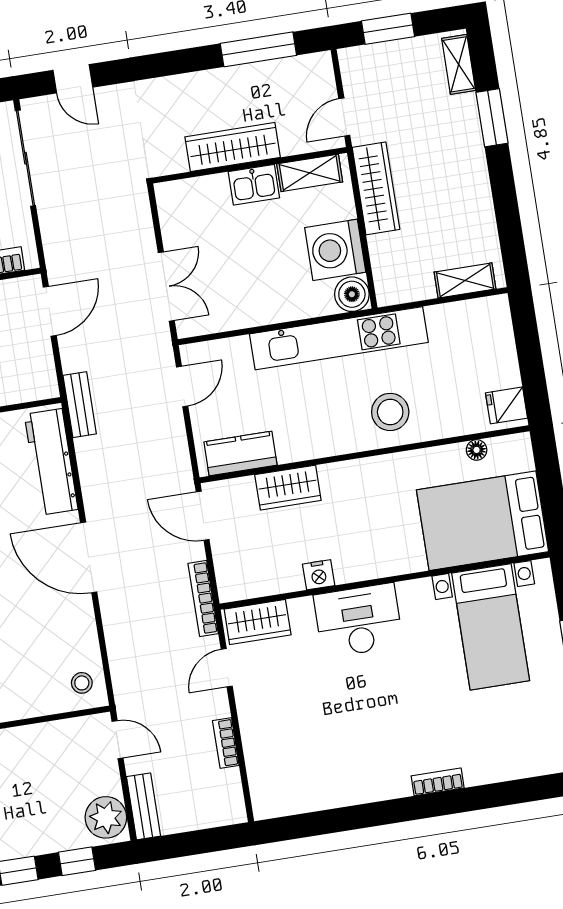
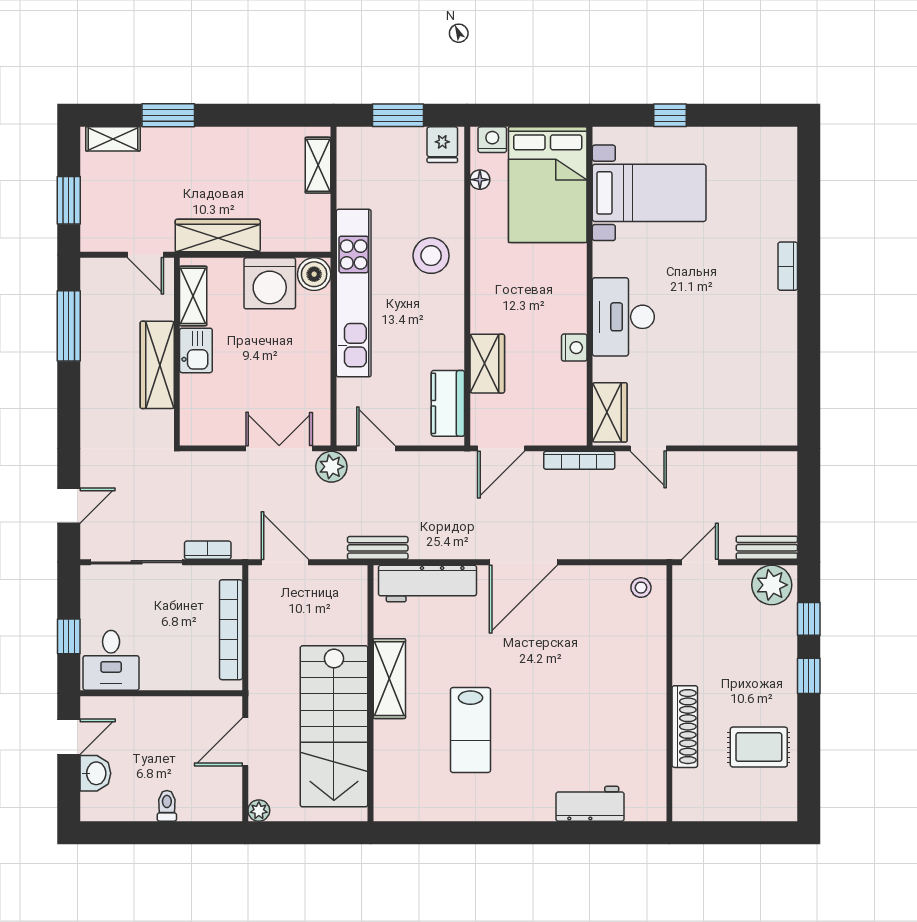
plant: (156, 344) -> (331, 467), added
window: (530, 355) -> (398, 115), added
nightstand: (520, 456) -> (492, 140), added
bookcase: (226, 743) -> (208, 550), moved, turned 180

